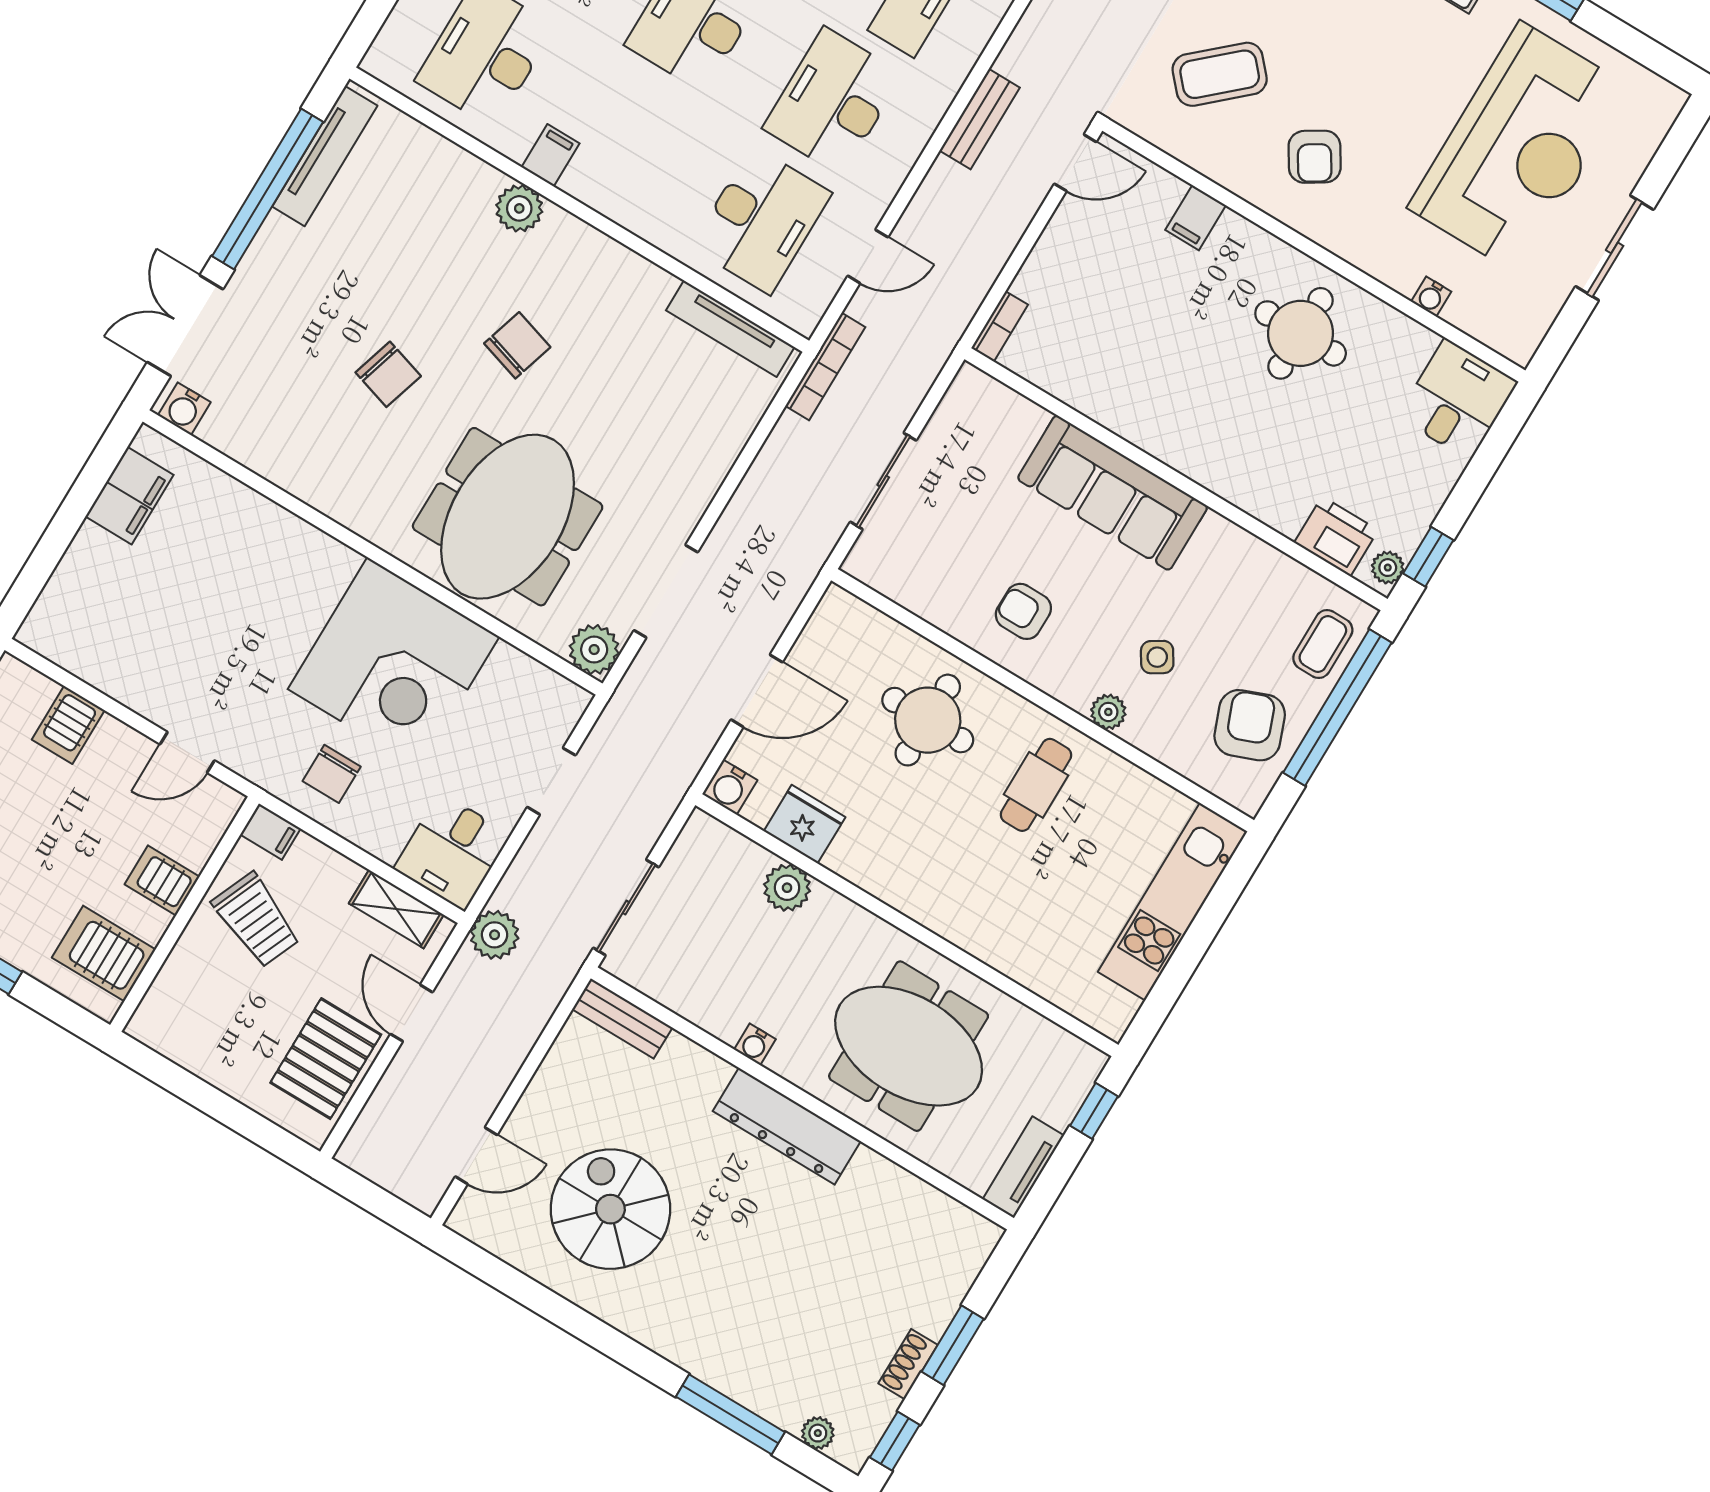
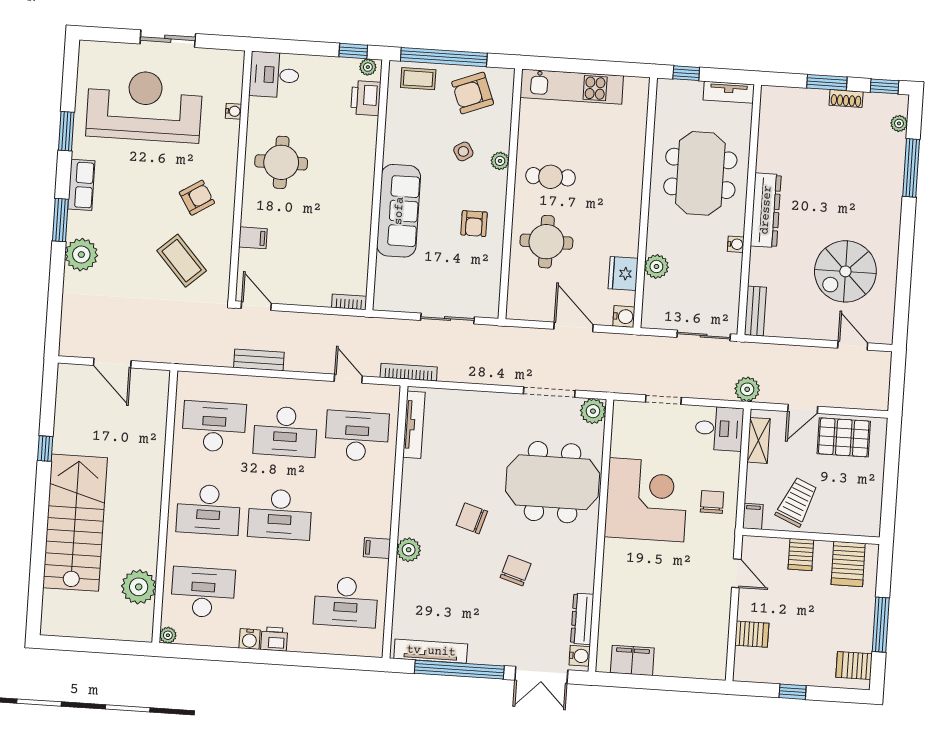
dresser: (246, 446) -> (582, 619), added
chair: (332, 774) -> (712, 502), turned -90

